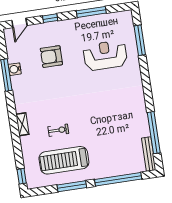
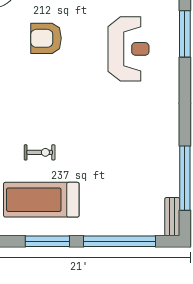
reception desk: (105, 55) -> (129, 49), turned 90
bench: (149, 154) -> (172, 217), width x0.73

